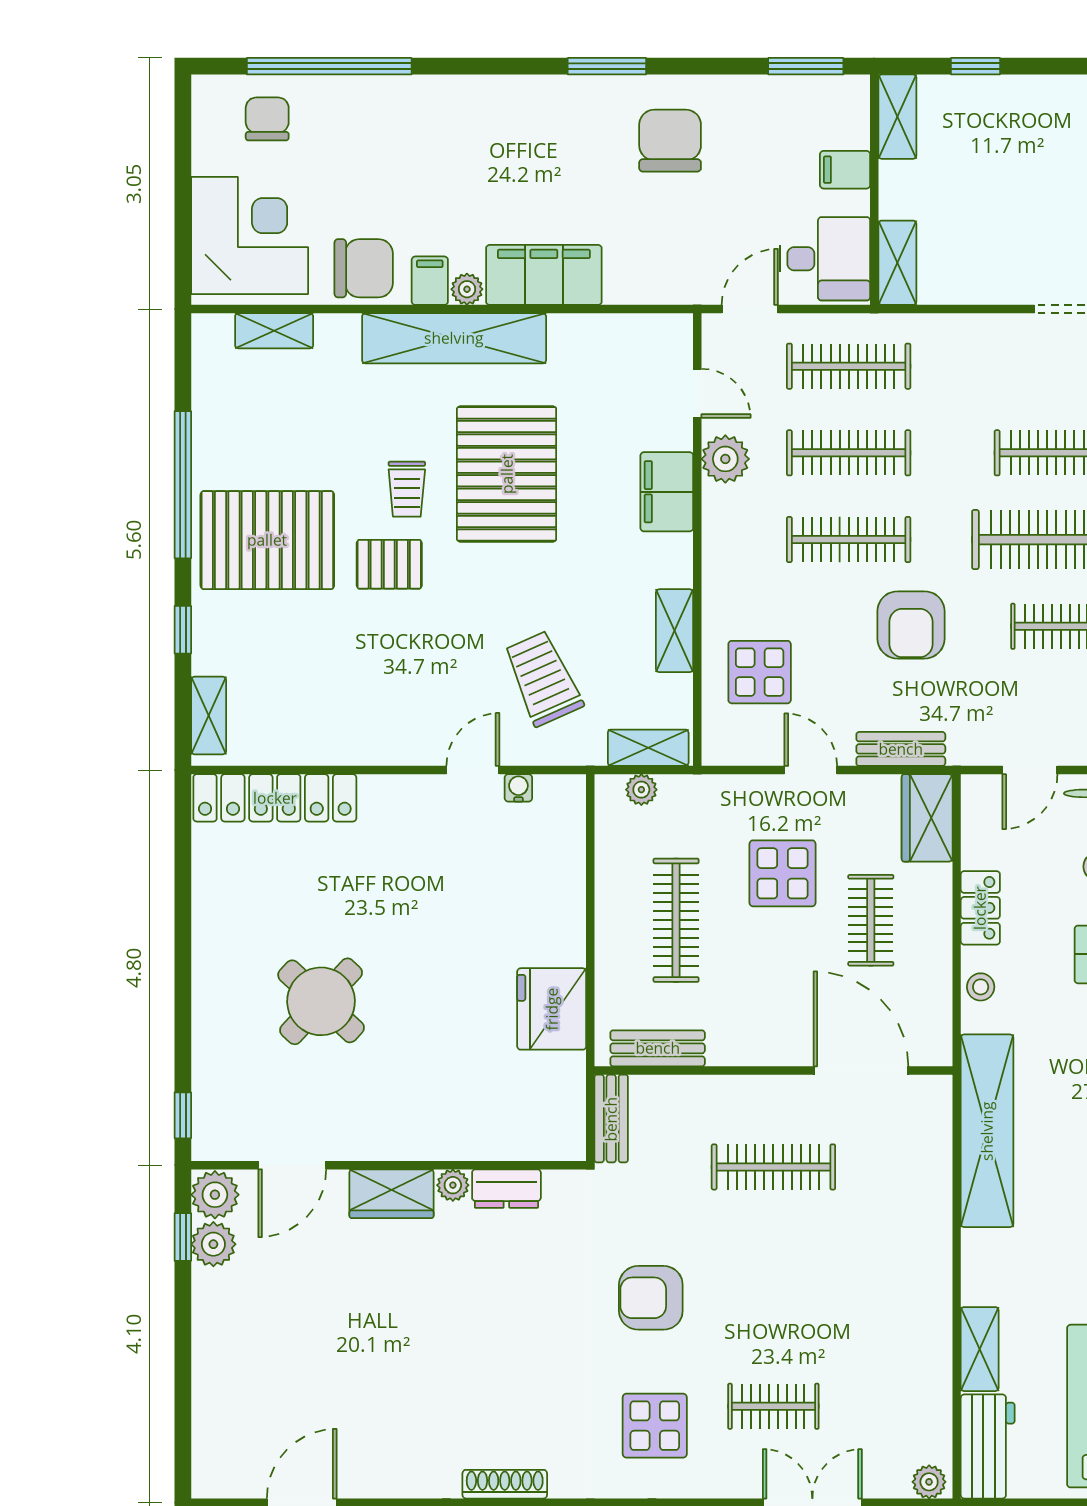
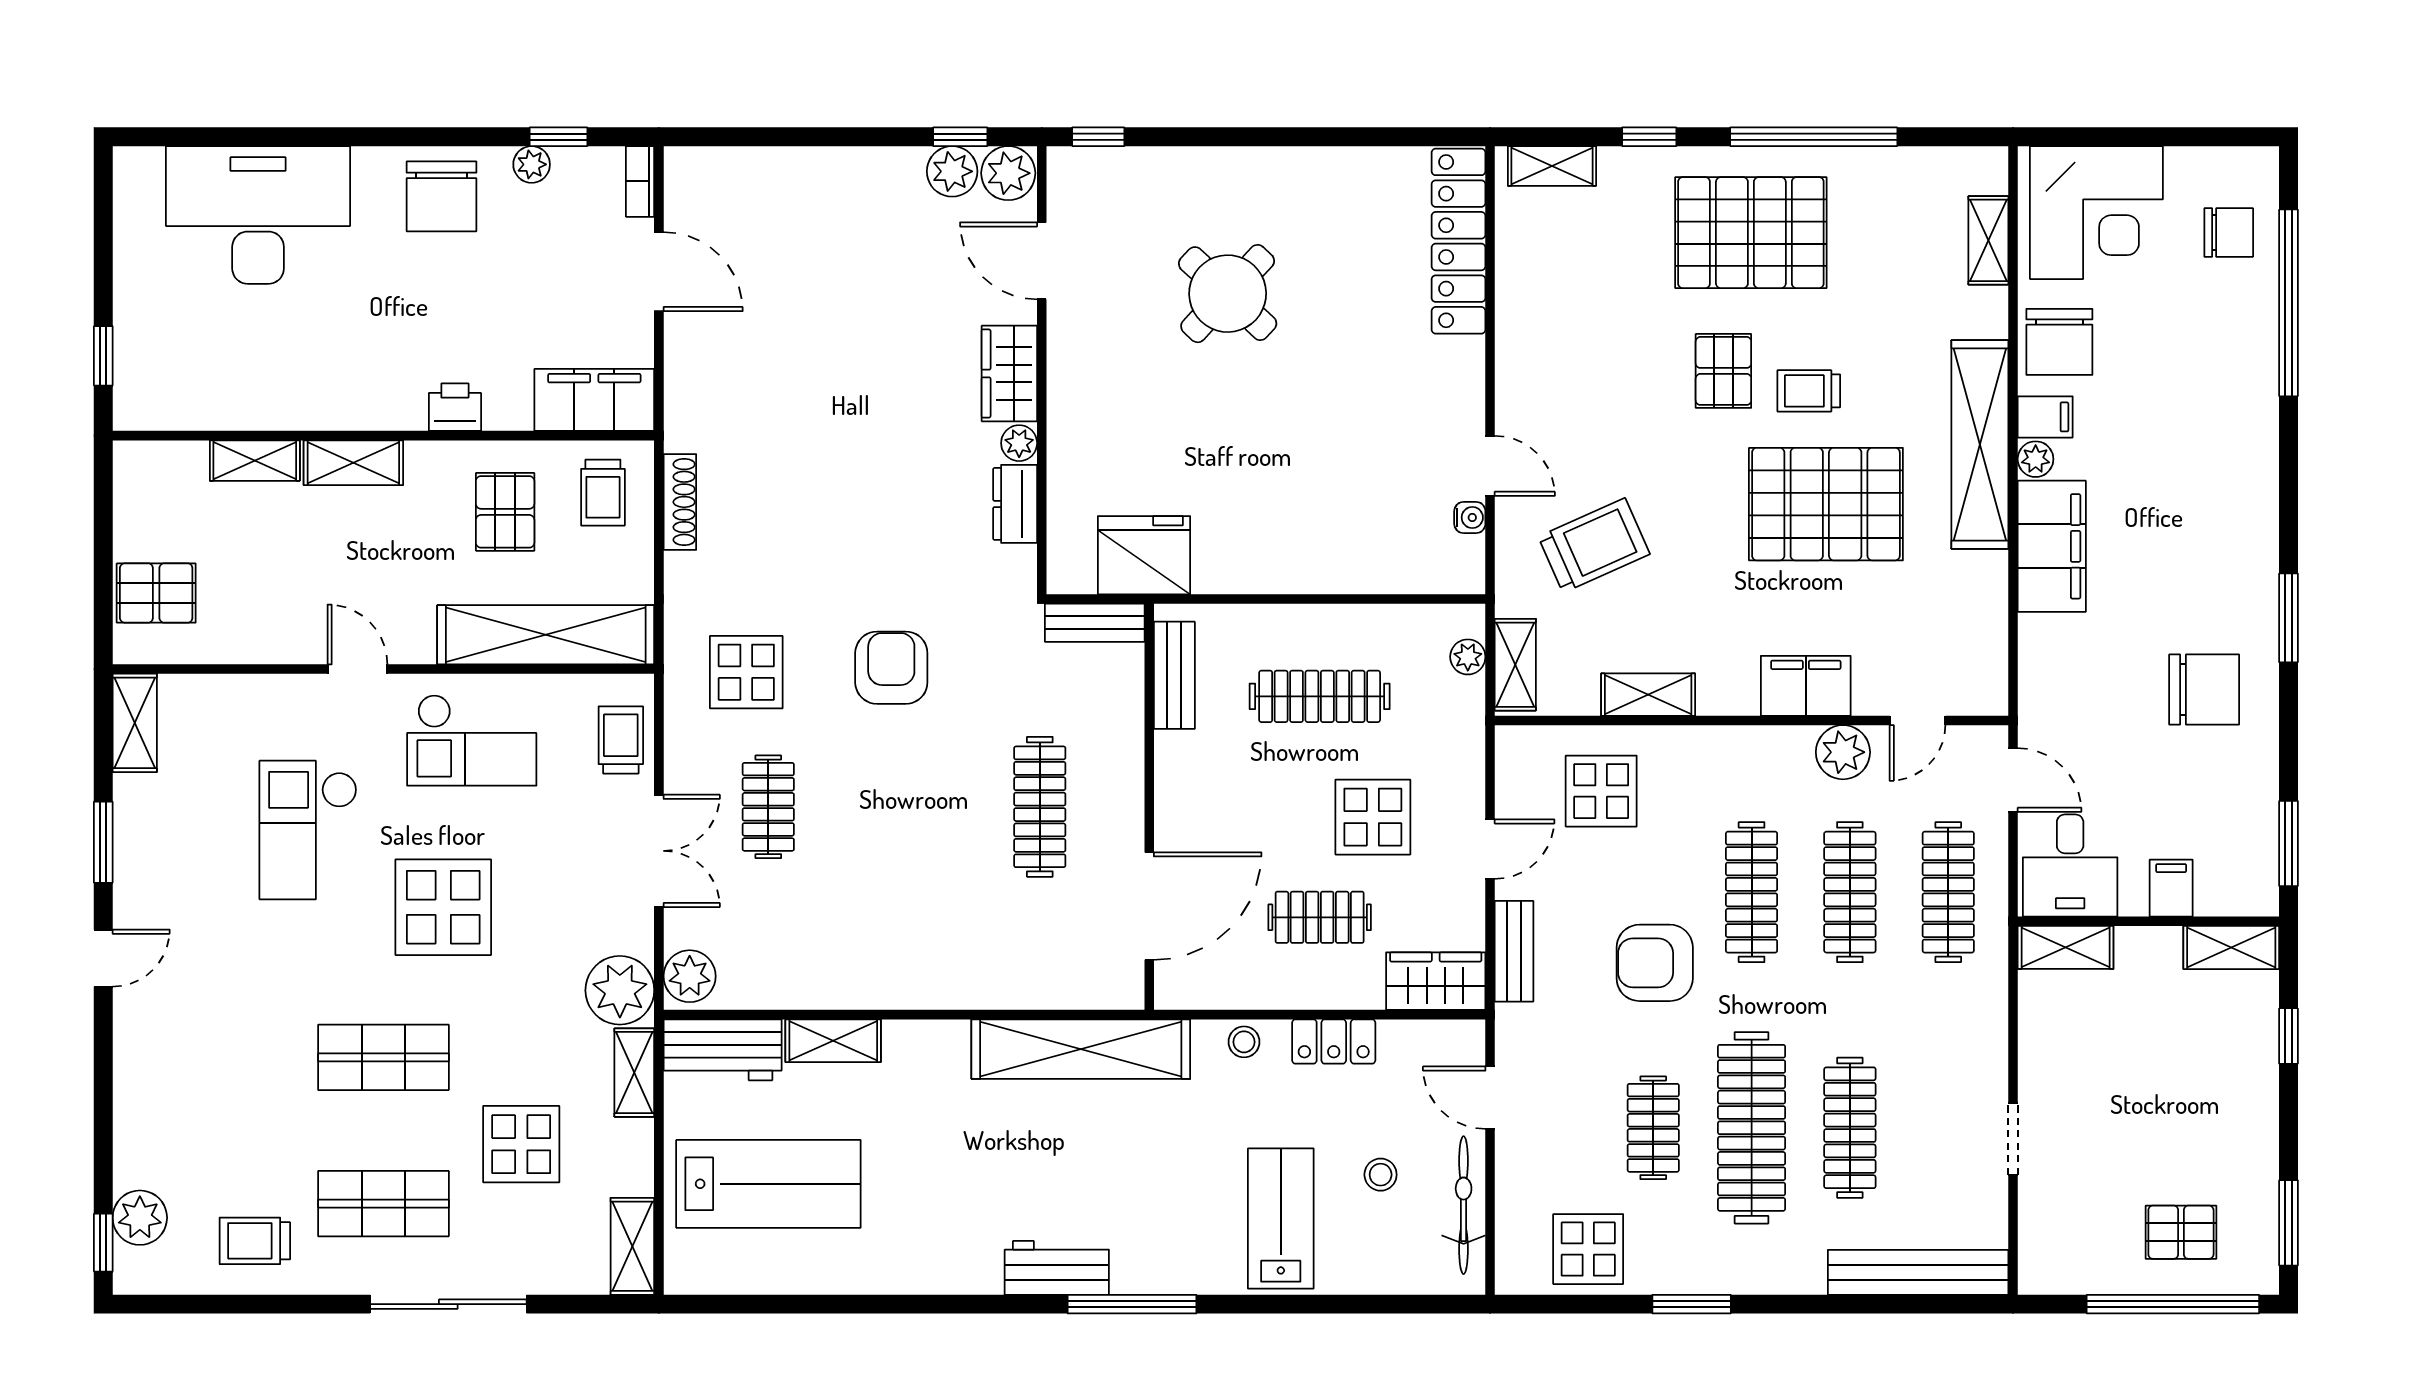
pallet: (267, 540) -> (1751, 233), turned 90
fridge: (552, 1009) -> (1144, 555), moved
plant: (929, 1482) -> (690, 976), width x1.38, depth x1.38

